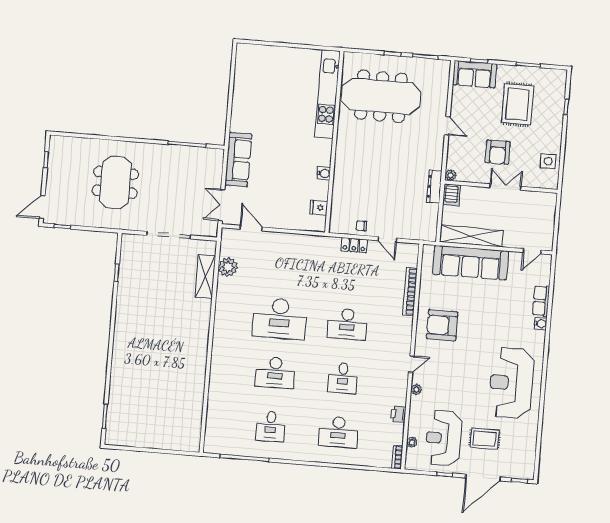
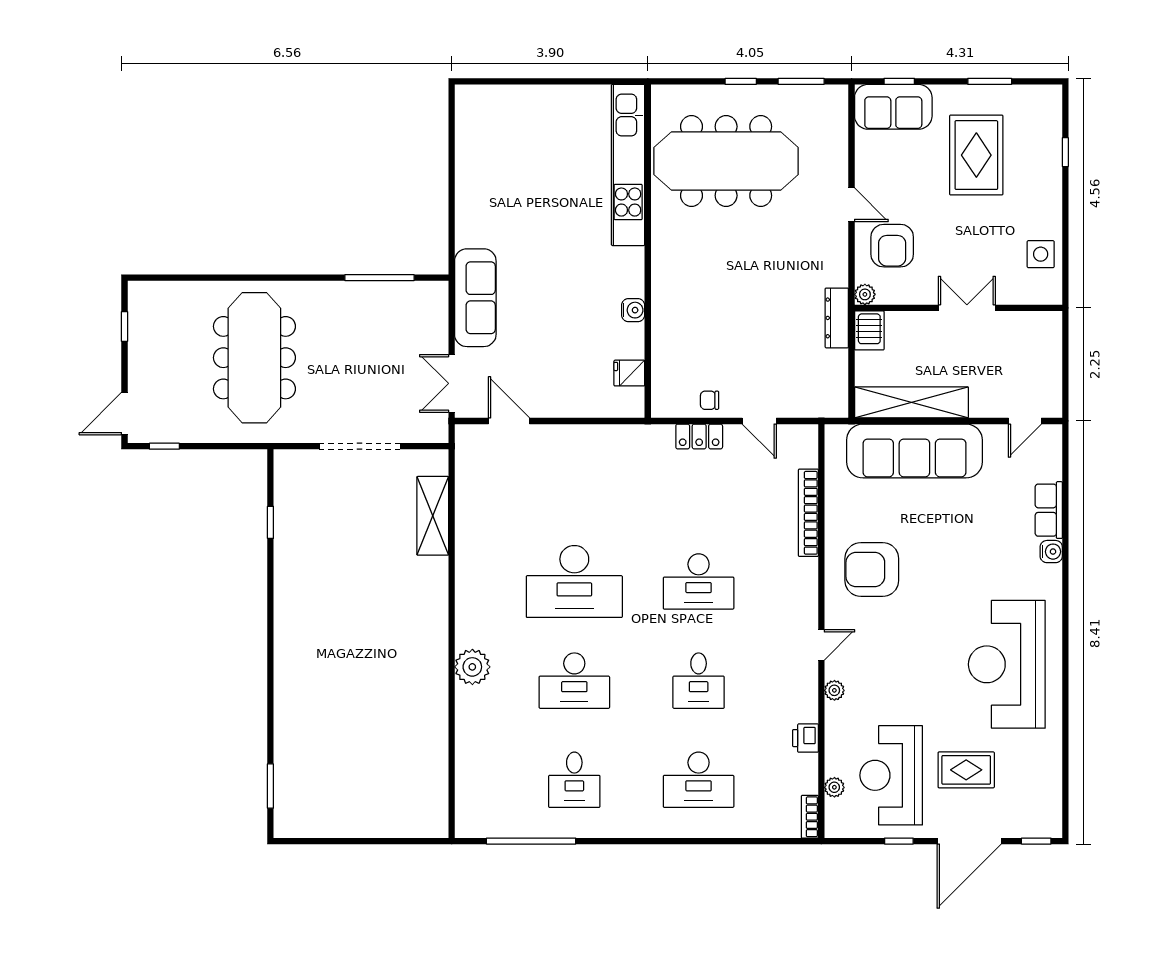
armchair: (498, 152) -> (892, 246), moved
meeting table: (115, 182) -> (254, 358), width x1.36
plant: (228, 267) -> (472, 667), moved

